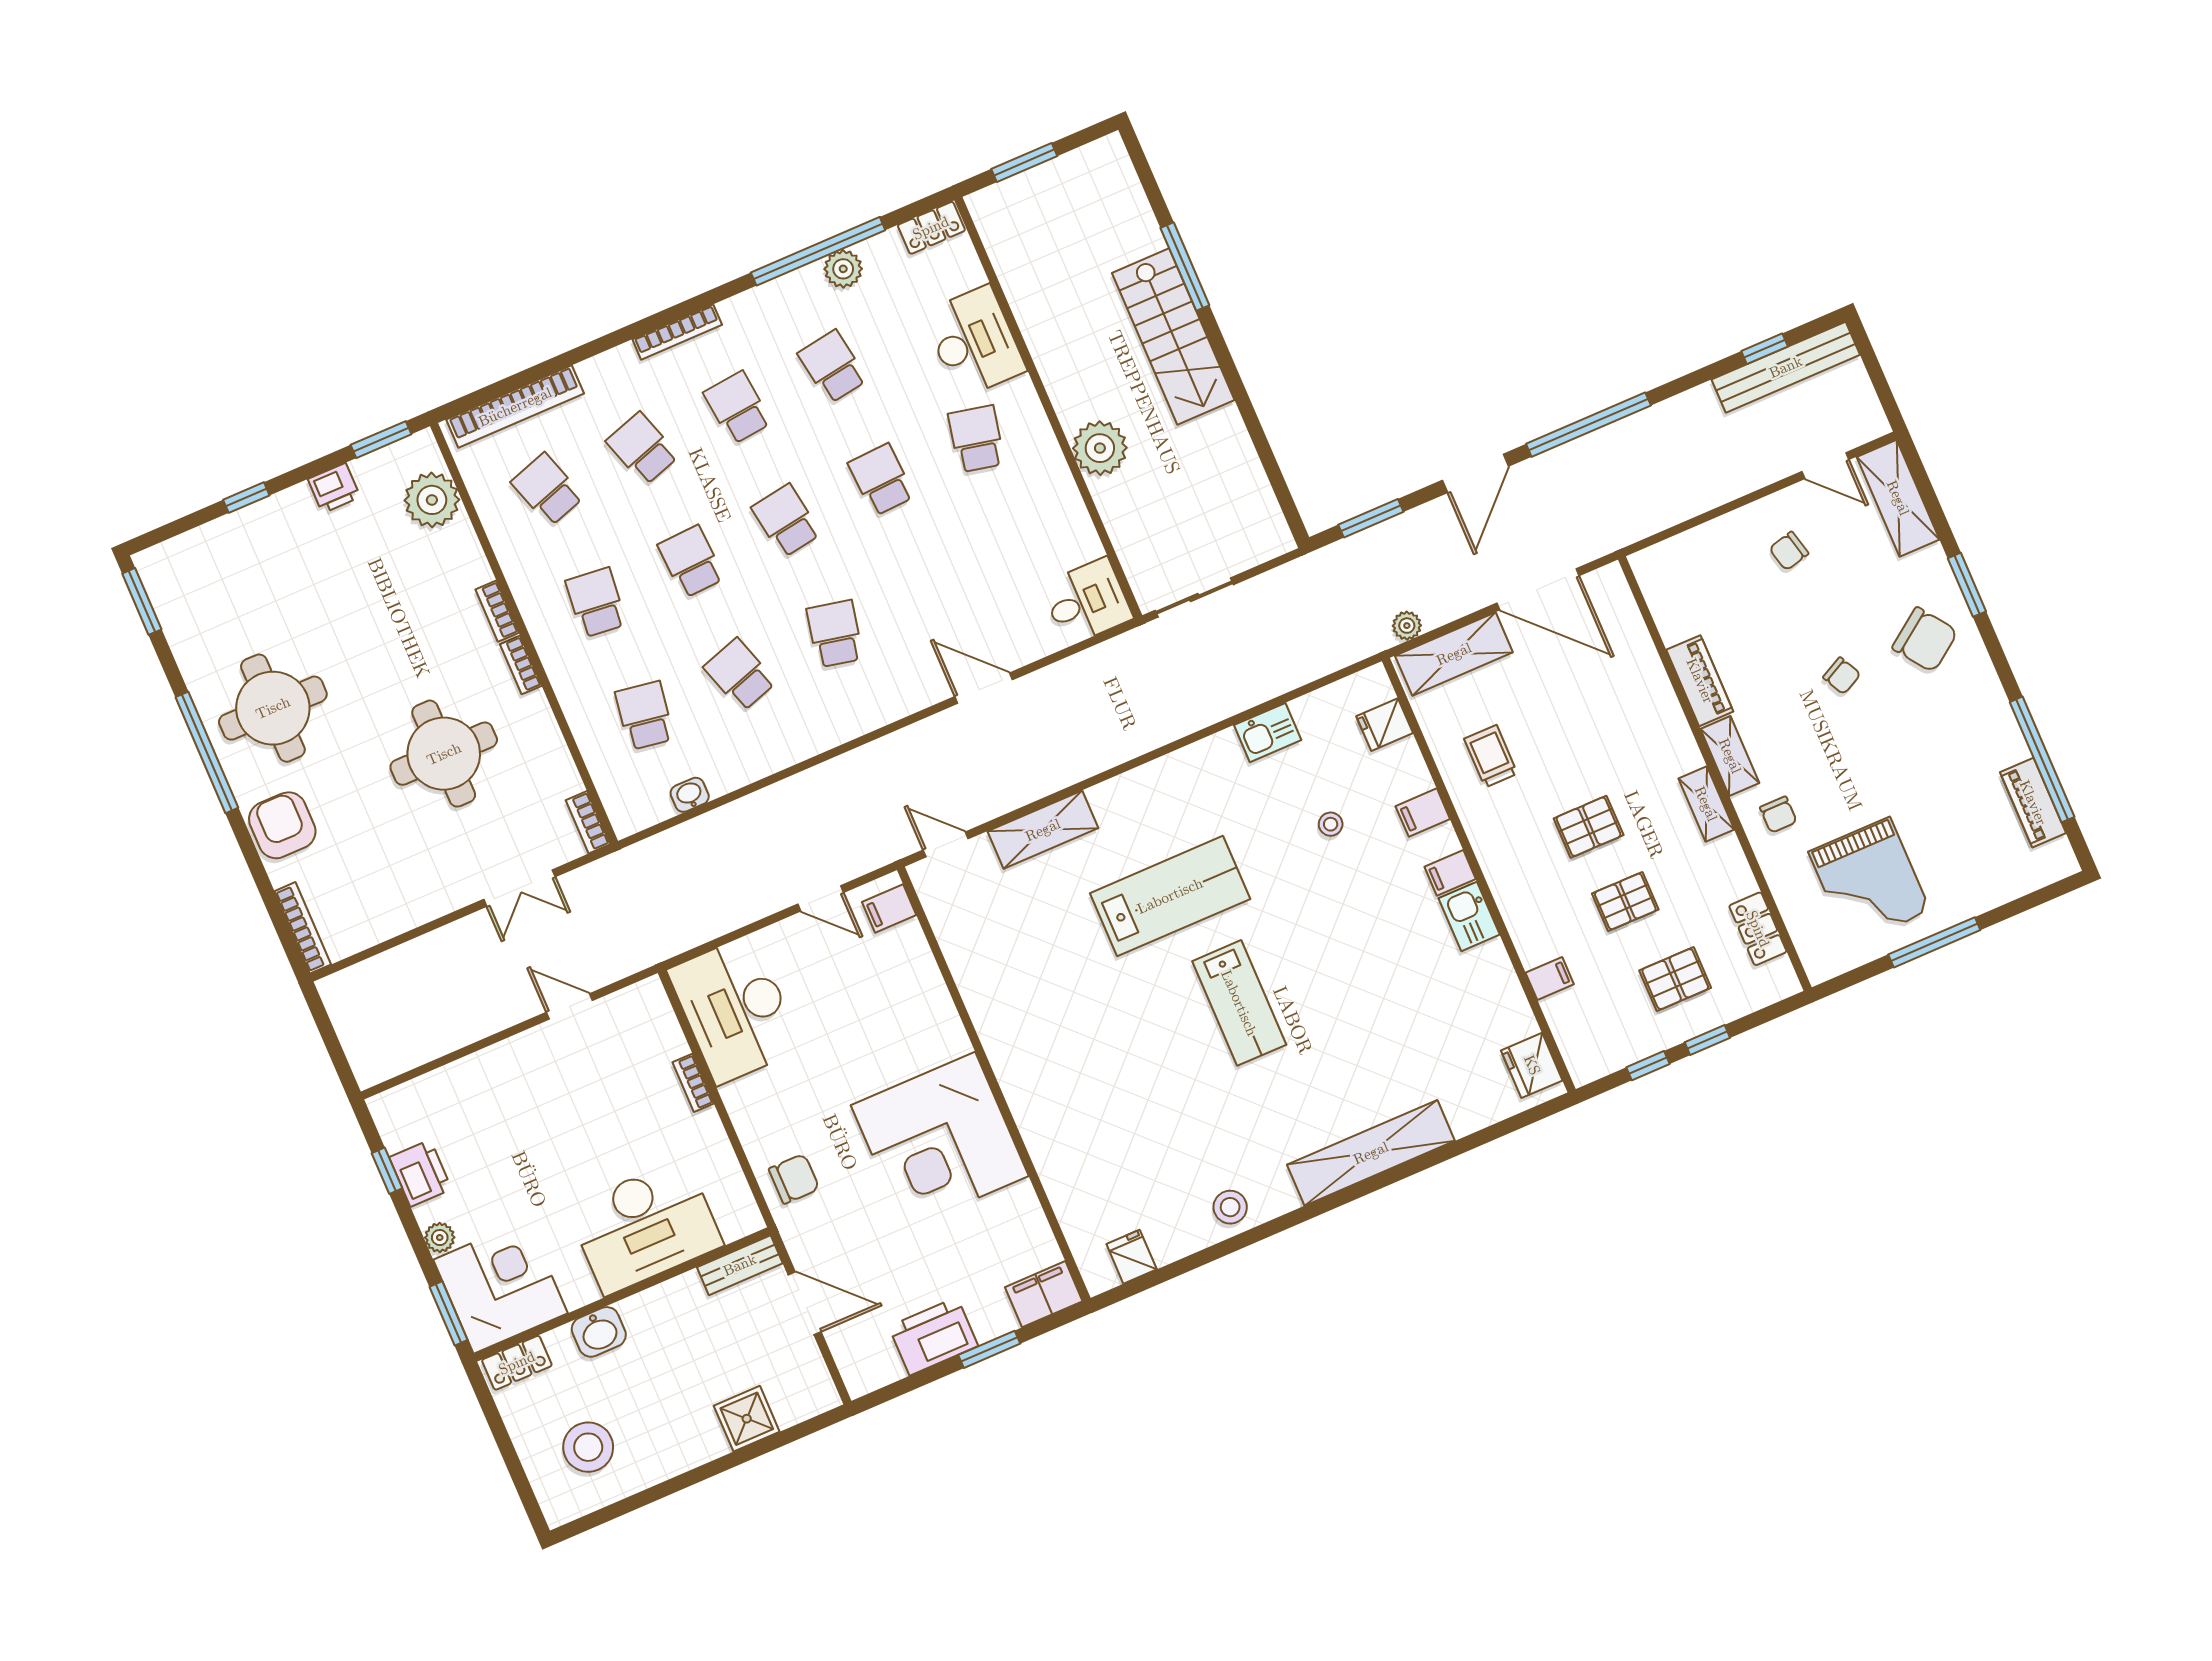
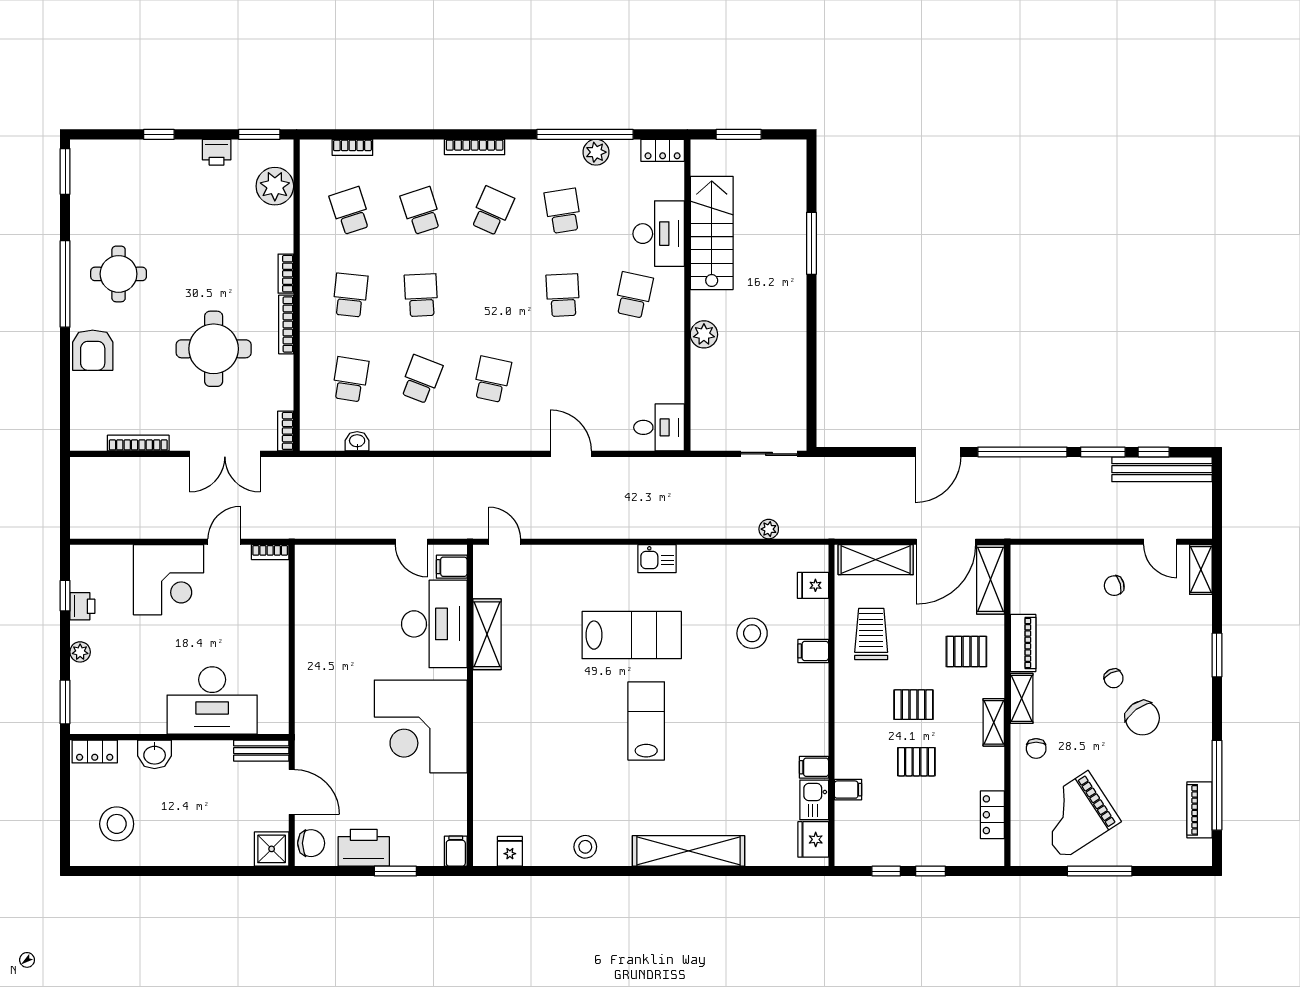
stairs: (1173, 336) -> (712, 233), moved, turned 180
bookcase: (515, 407) -> (352, 147), width x0.43, depth x0.76
school desk: (737, 408) -> (492, 211), turned 30
plant: (1100, 448) -> (704, 334), width x0.73, depth x0.73
shelving: (1898, 498) -> (1201, 570), width x0.67, depth x0.75
window: (1371, 518) -> (1103, 452), moved
school desk: (786, 521) -> (492, 295), removed
door: (1538, 589) -> (946, 542), hinge flipped
sliding door: (1194, 597) -> (769, 454), moved
shelving: (1619, 614) -> (991, 579), added
plant: (1407, 626) -> (769, 529), moved
chair: (1925, 640) -> (1142, 718), moved
bookcase: (521, 665) -> (286, 324), width x1.56
school desk: (740, 675) -> (421, 379), turned 39
round table: (273, 708) -> (119, 274), width x0.73, depth x0.73
kitchen sink: (1268, 733) -> (657, 559), moved
trolley: (1491, 756) -> (871, 634), width x1.36, depth x1.39
stool: (1331, 824) -> (752, 633), width x1.89, depth x1.89
armchair: (282, 825) -> (93, 350), turned 180
shelving: (1043, 830) -> (487, 634), moved, turned 90
filing cabinet: (1450, 873) -> (814, 767), moved
grand piano: (1869, 881) -> (1075, 815), turned 57
double door: (519, 888) -> (225, 454), width x1.37
kitchen sink: (1469, 916) -> (814, 800), moved
bookcase: (303, 928) -> (138, 443), moved, turned -90
pallet: (1675, 979) -> (966, 651), moved
lab bench: (1239, 1003) -> (646, 721), turned 180
door: (569, 1006) -> (224, 542), hinge flipped
desk: (735, 1009) -> (434, 624), moved, turned 180
bookcase: (693, 1083) -> (270, 552), moved, turned -90
printer: (420, 1173) -> (82, 606), width x0.73, depth x0.81
chair: (794, 1179) -> (311, 843), moved
corner desk: (500, 1286) -> (169, 580), moved, turned 90
filing cabinet: (1044, 1294) -> (456, 851), width x0.50
shower: (747, 1419) -> (272, 849), moved

